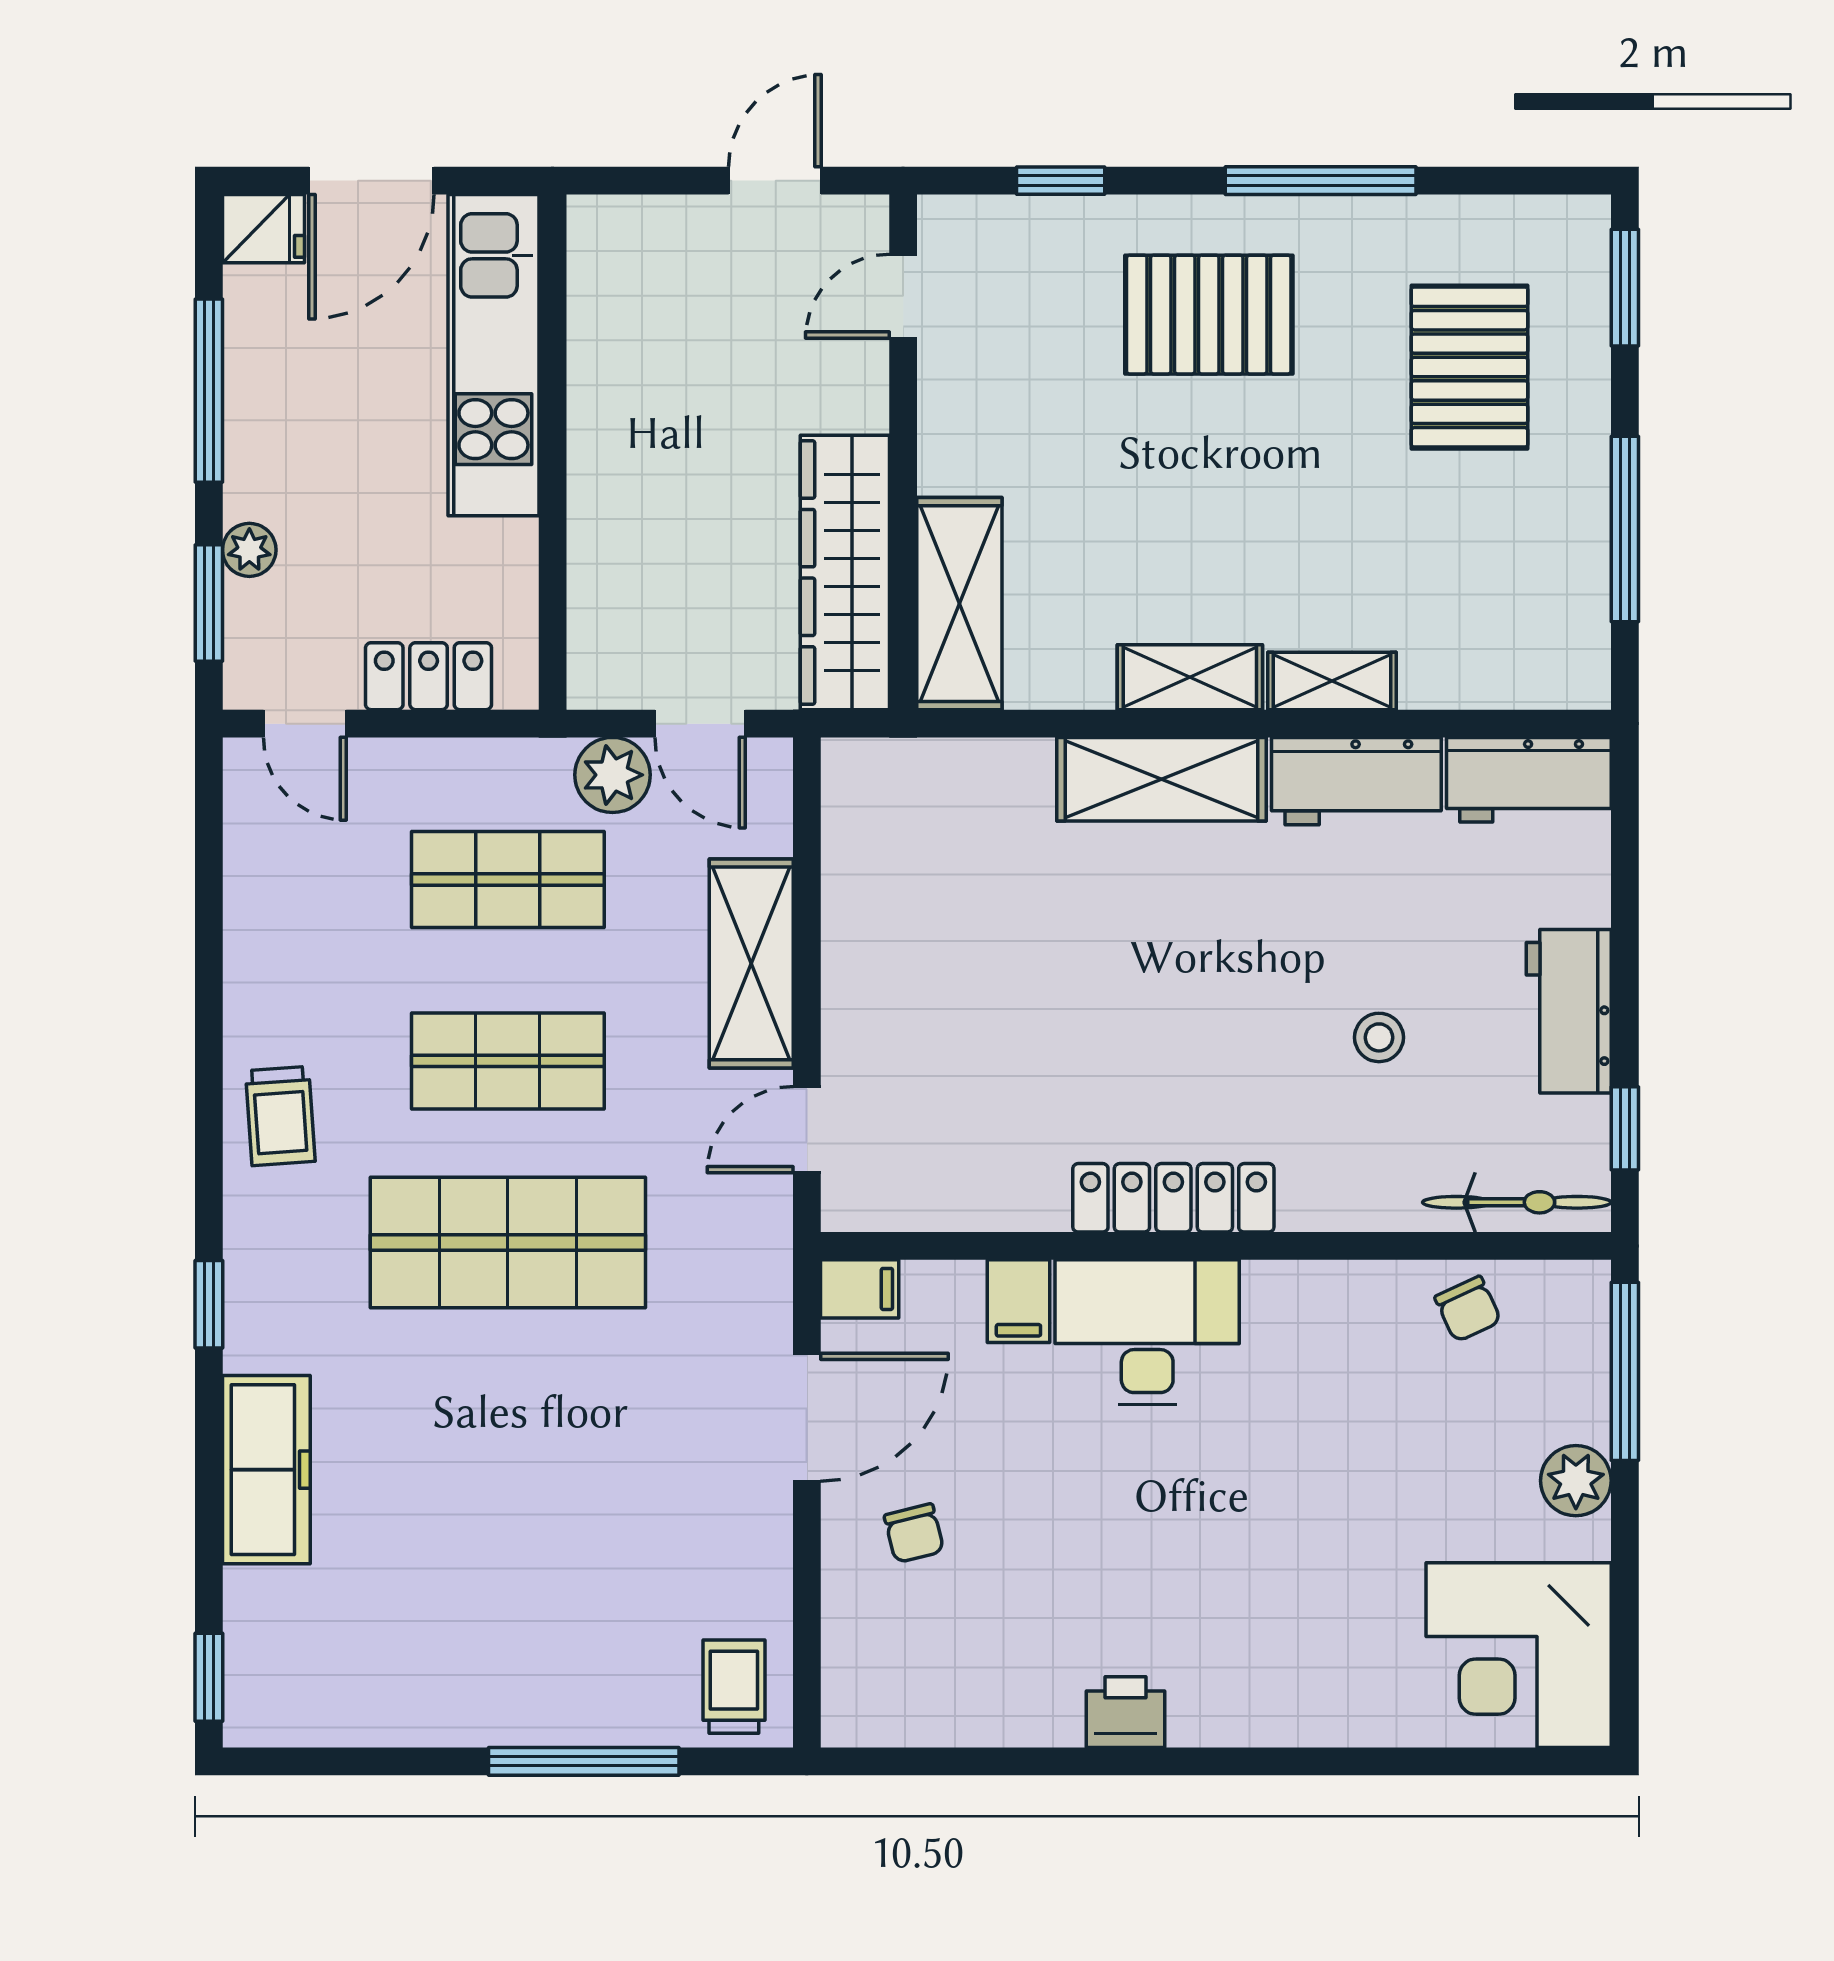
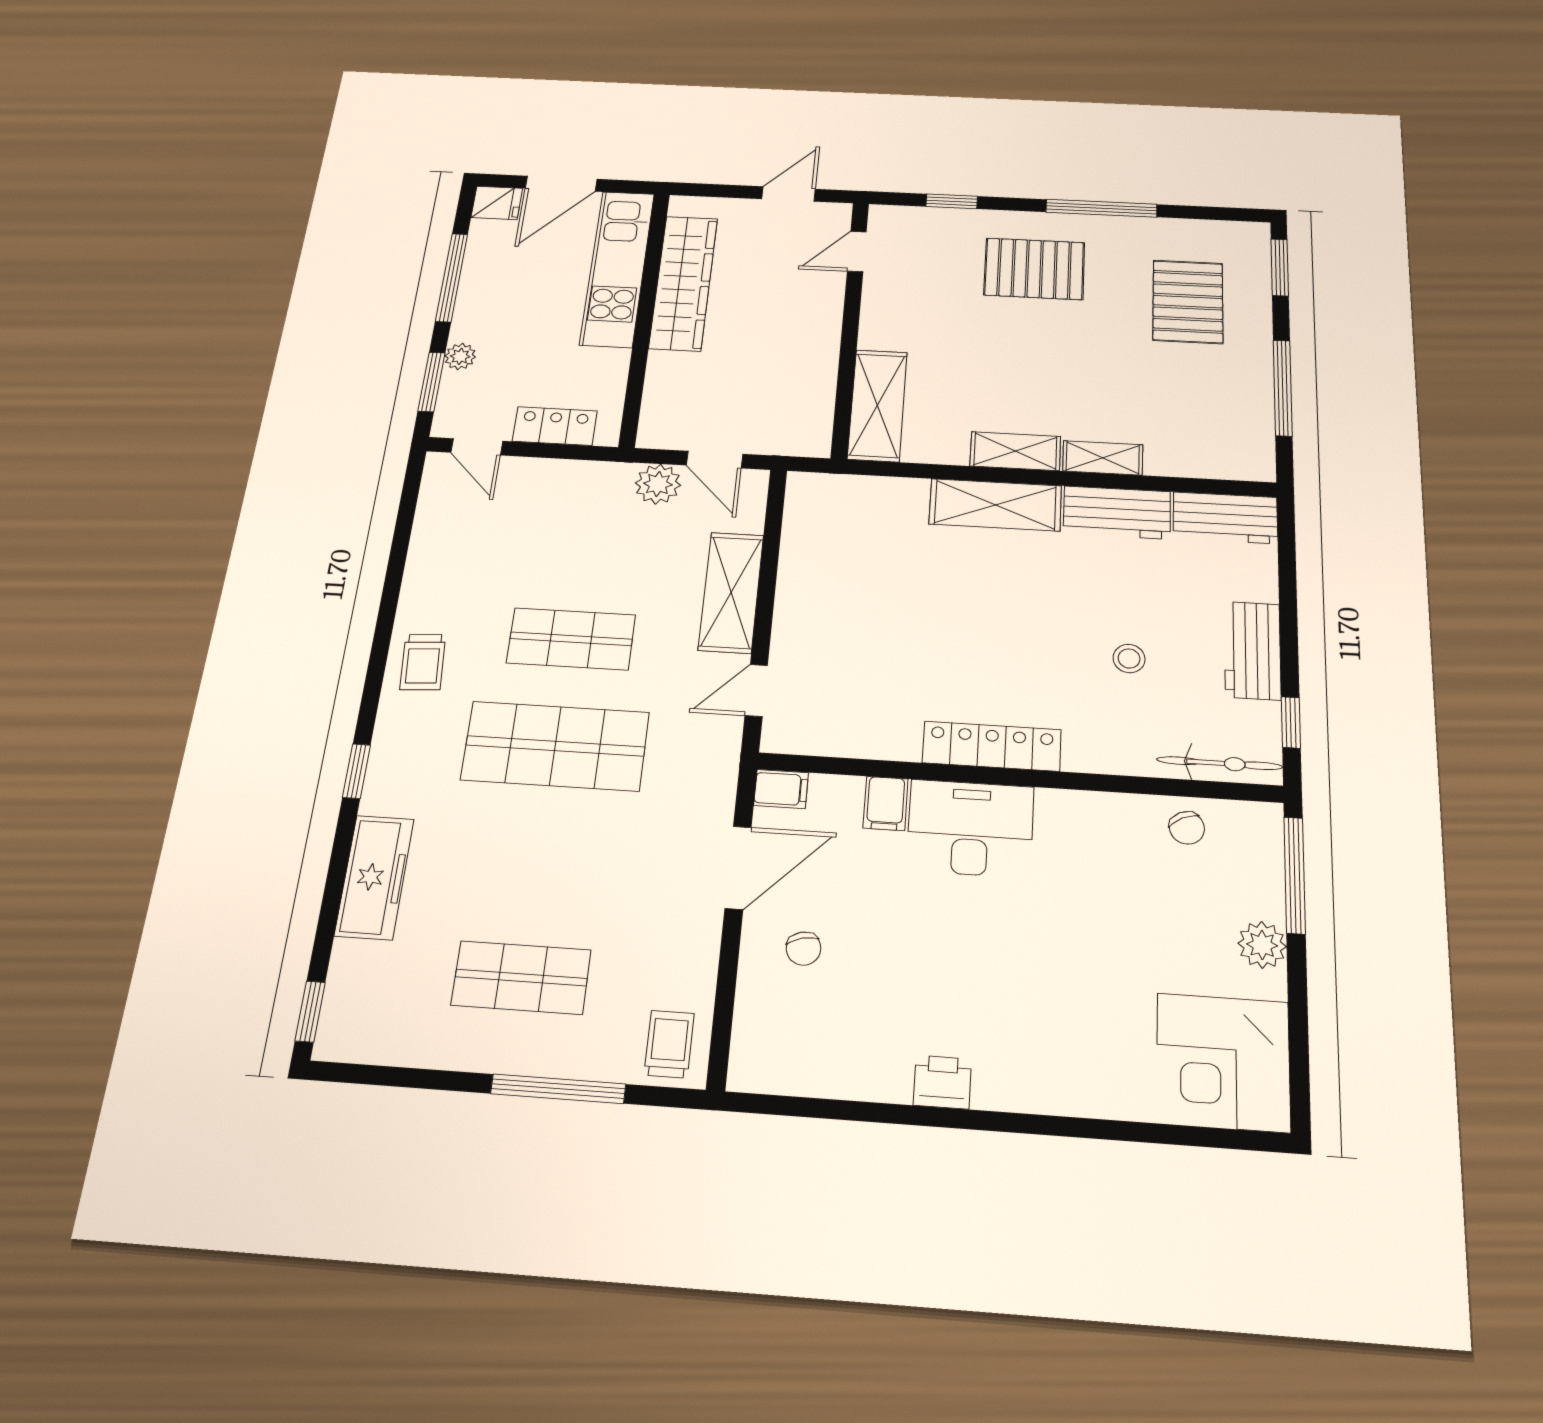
wardrobe: (845, 572) -> (683, 283), moved, turned 180
shop shelf: (508, 879) -> (521, 978), moved

